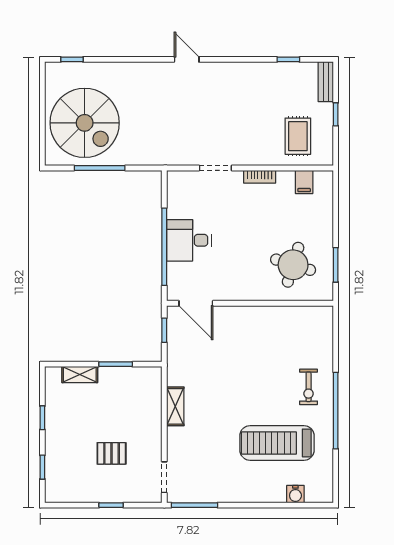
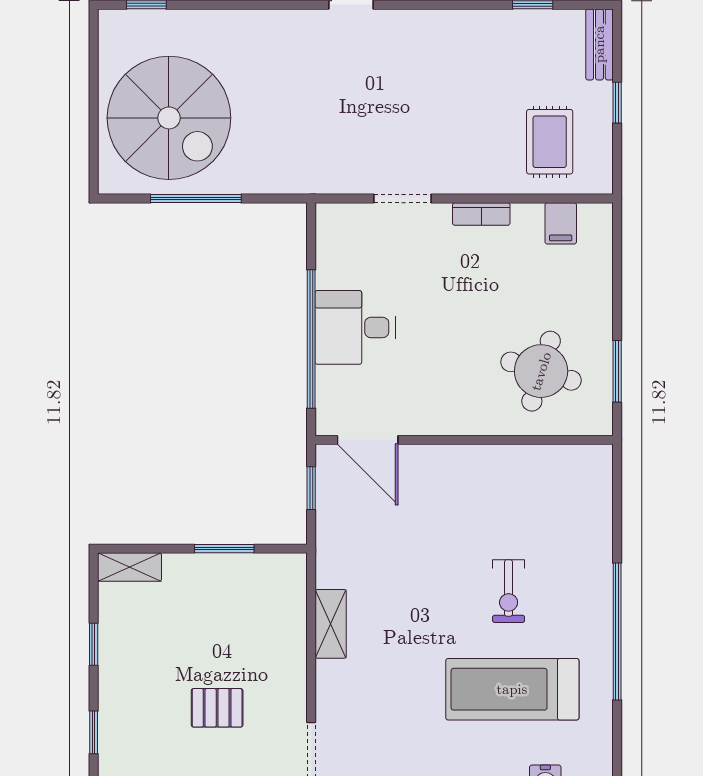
shelving: (80, 375) -> (130, 567), moved
exercise bike: (309, 387) -> (509, 591), moved

